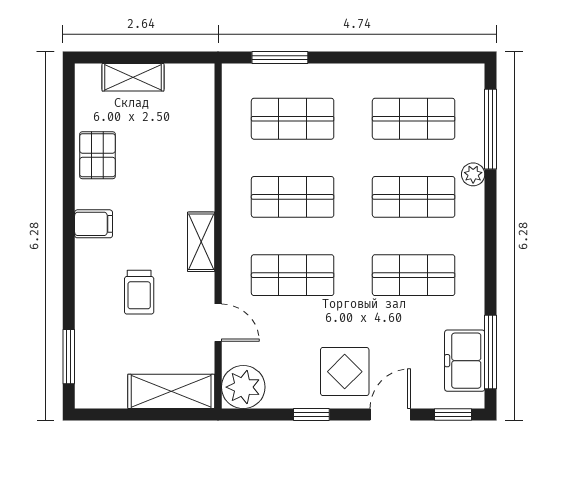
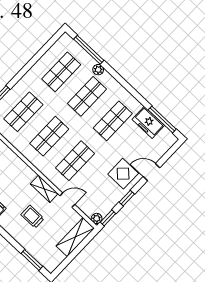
shelving: (201, 242) -> (44, 189), moved
trolley: (139, 292) -> (33, 217), turned 180
freezer: (465, 361) -> (148, 122), moved
plant: (243, 387) -> (97, 218), width x0.53, depth x0.53
door: (390, 415) -> (151, 172), hinge flipped
window: (453, 415) -> (108, 218), moved

